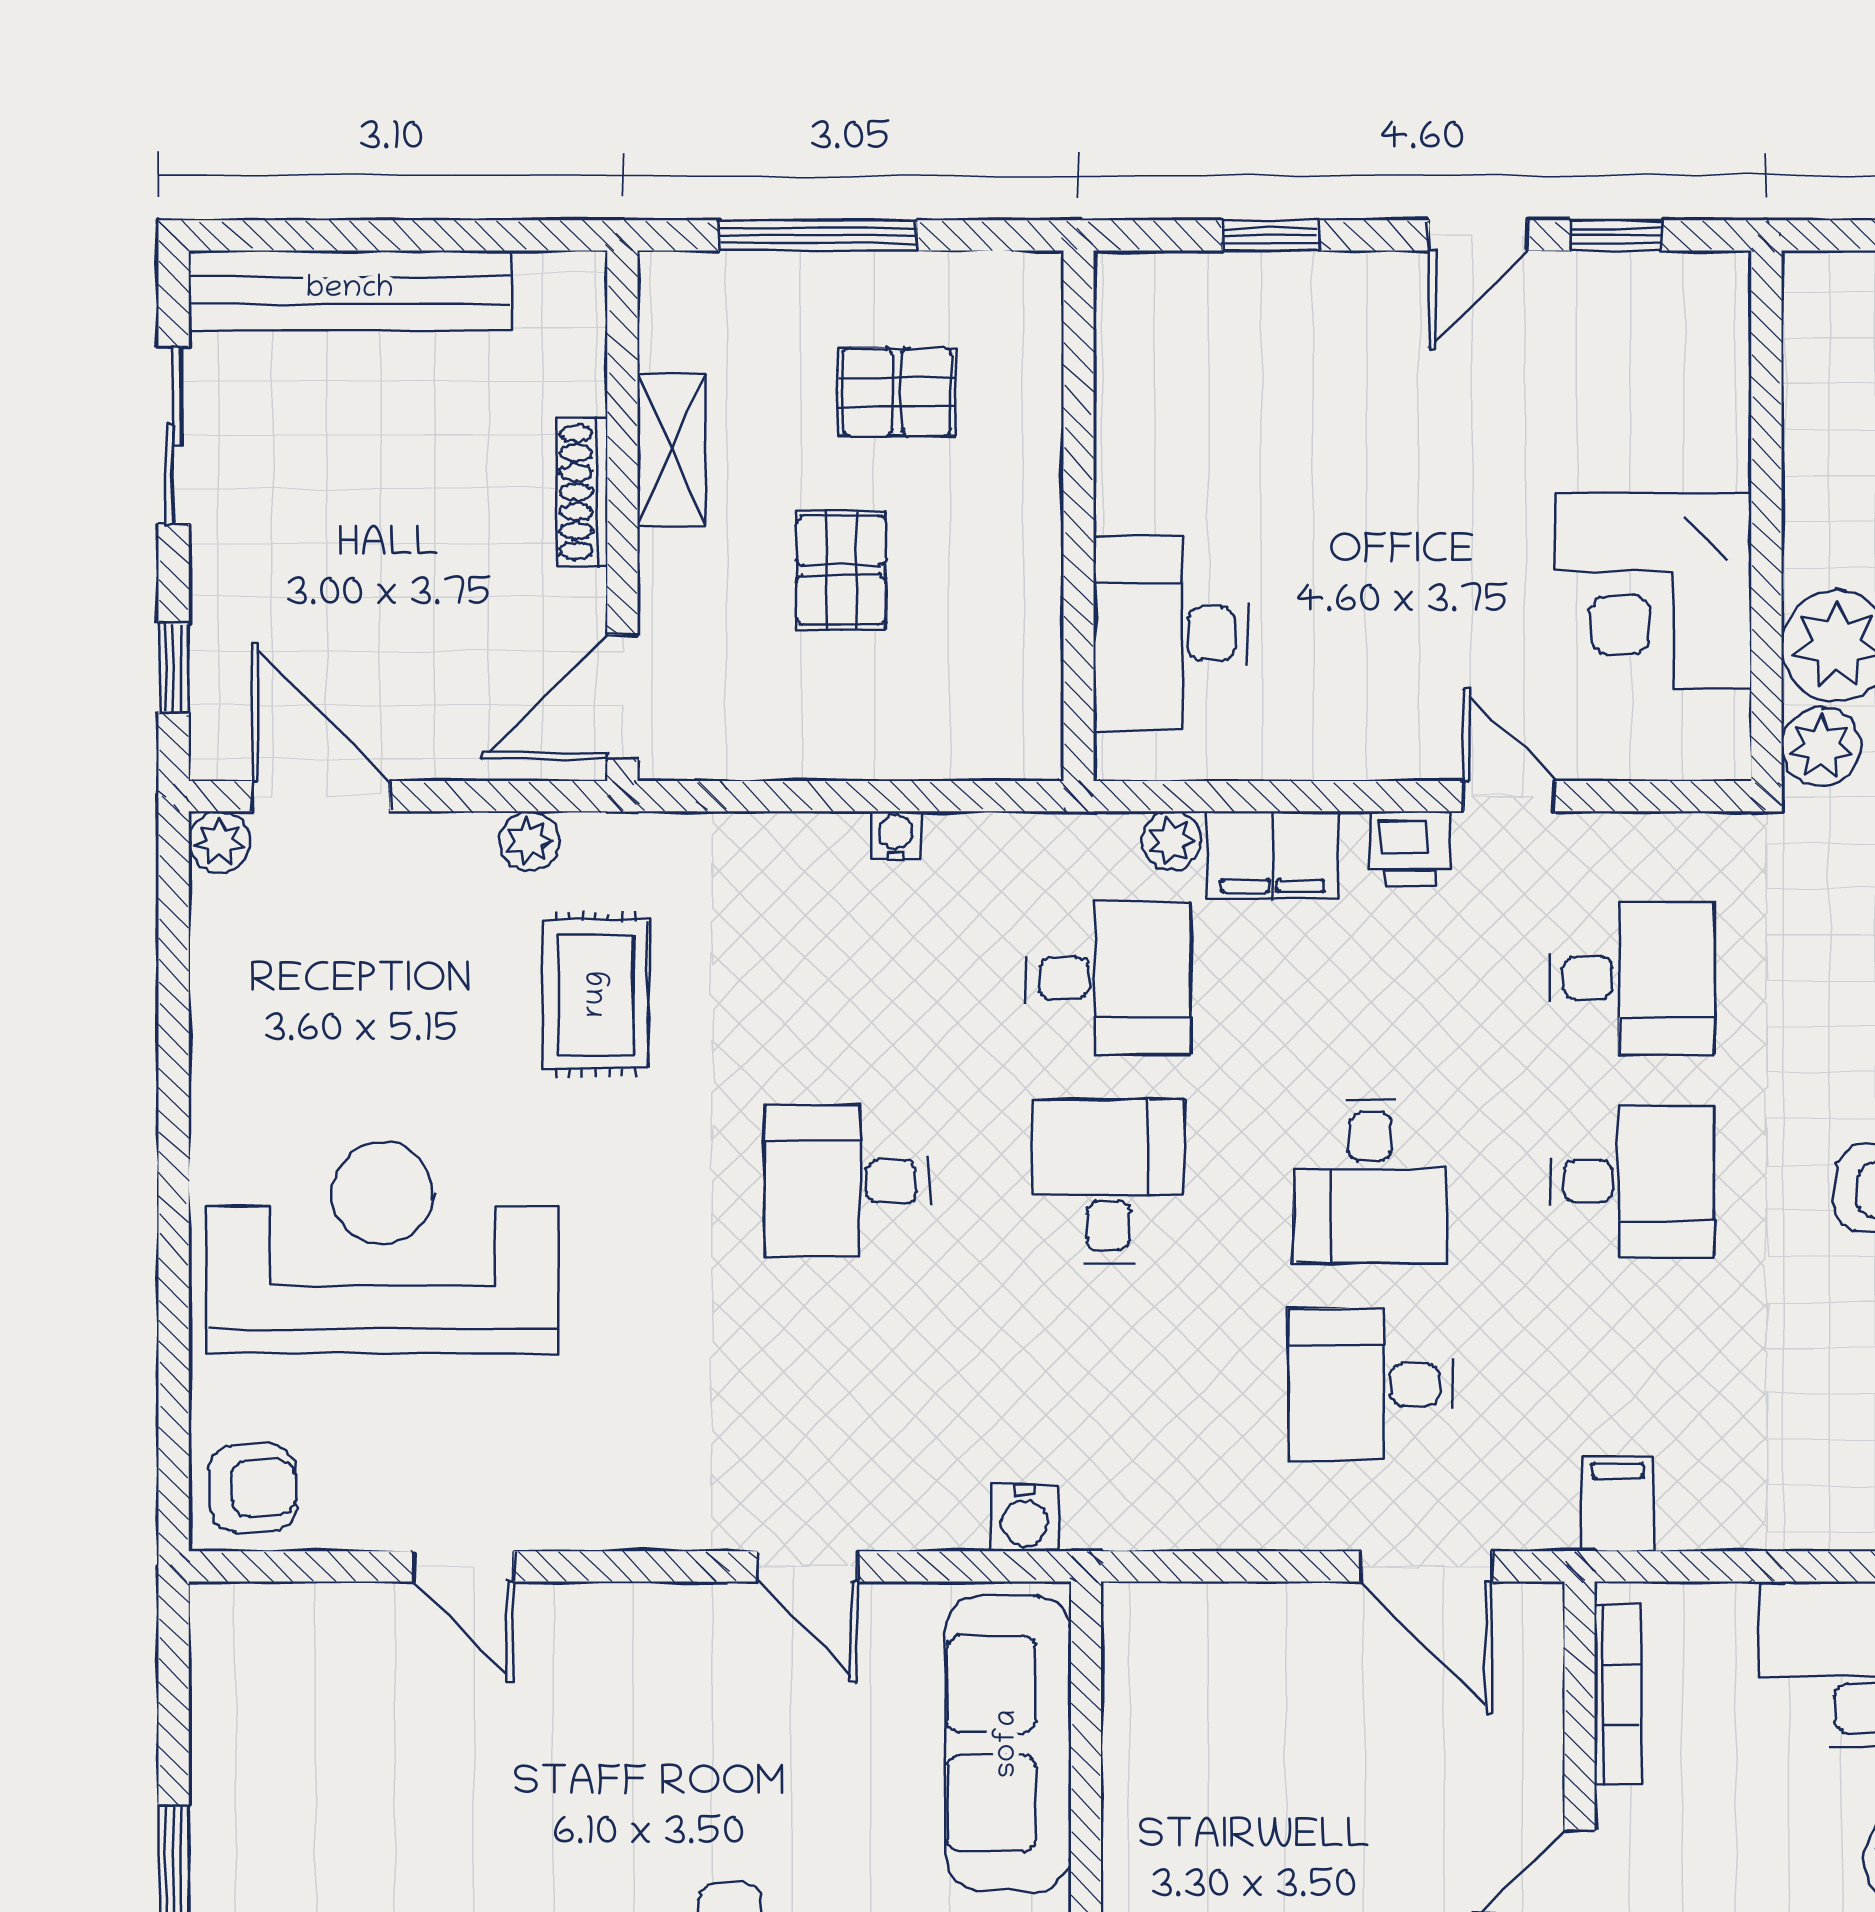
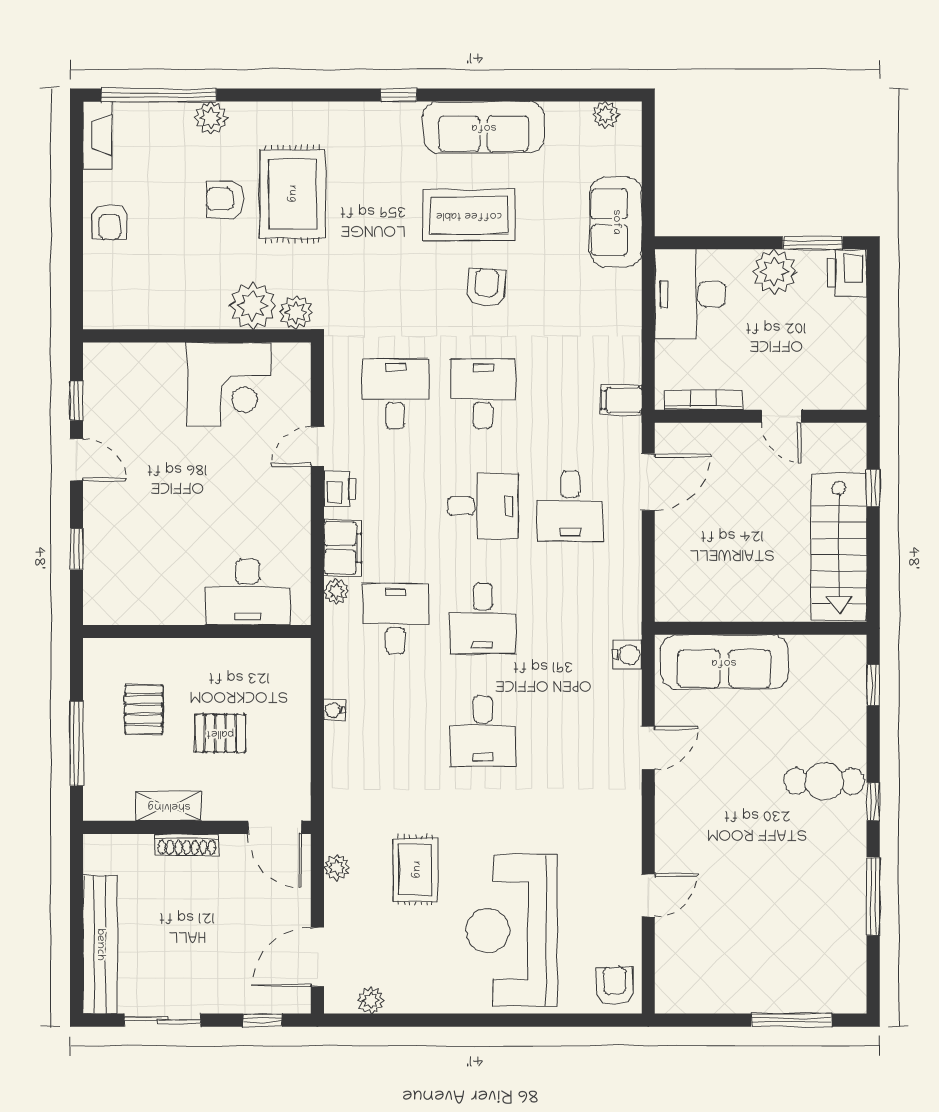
plant: (219, 842) -> (371, 1001), moved
rug: (596, 994) -> (416, 870), moved, turned 90
desk: (1108, 1181) -> (483, 619), turned -90

